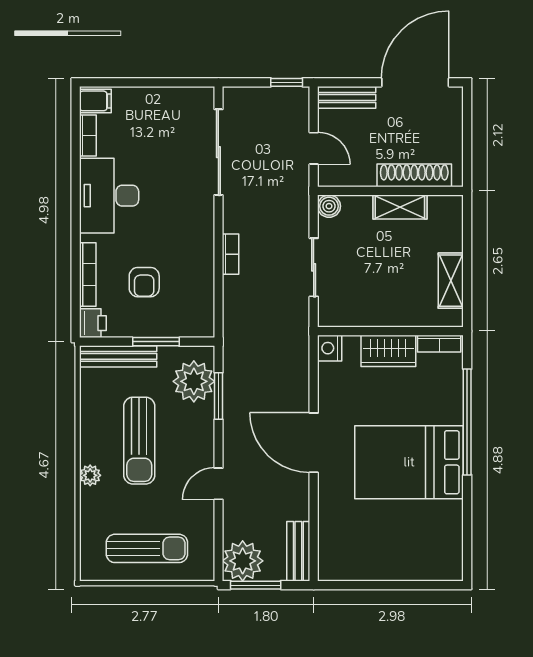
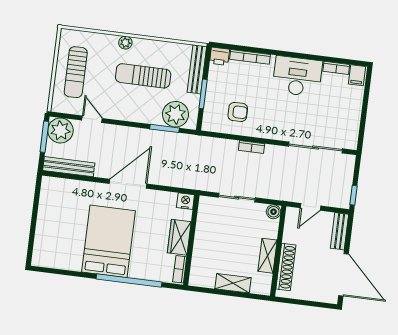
shelving: (451, 281) -> (233, 283), moved
armchair: (144, 282) -> (238, 112), moved, turned 180
door: (218, 484) -> (92, 119), moved
bench: (298, 551) -> (69, 167), width x1.36

